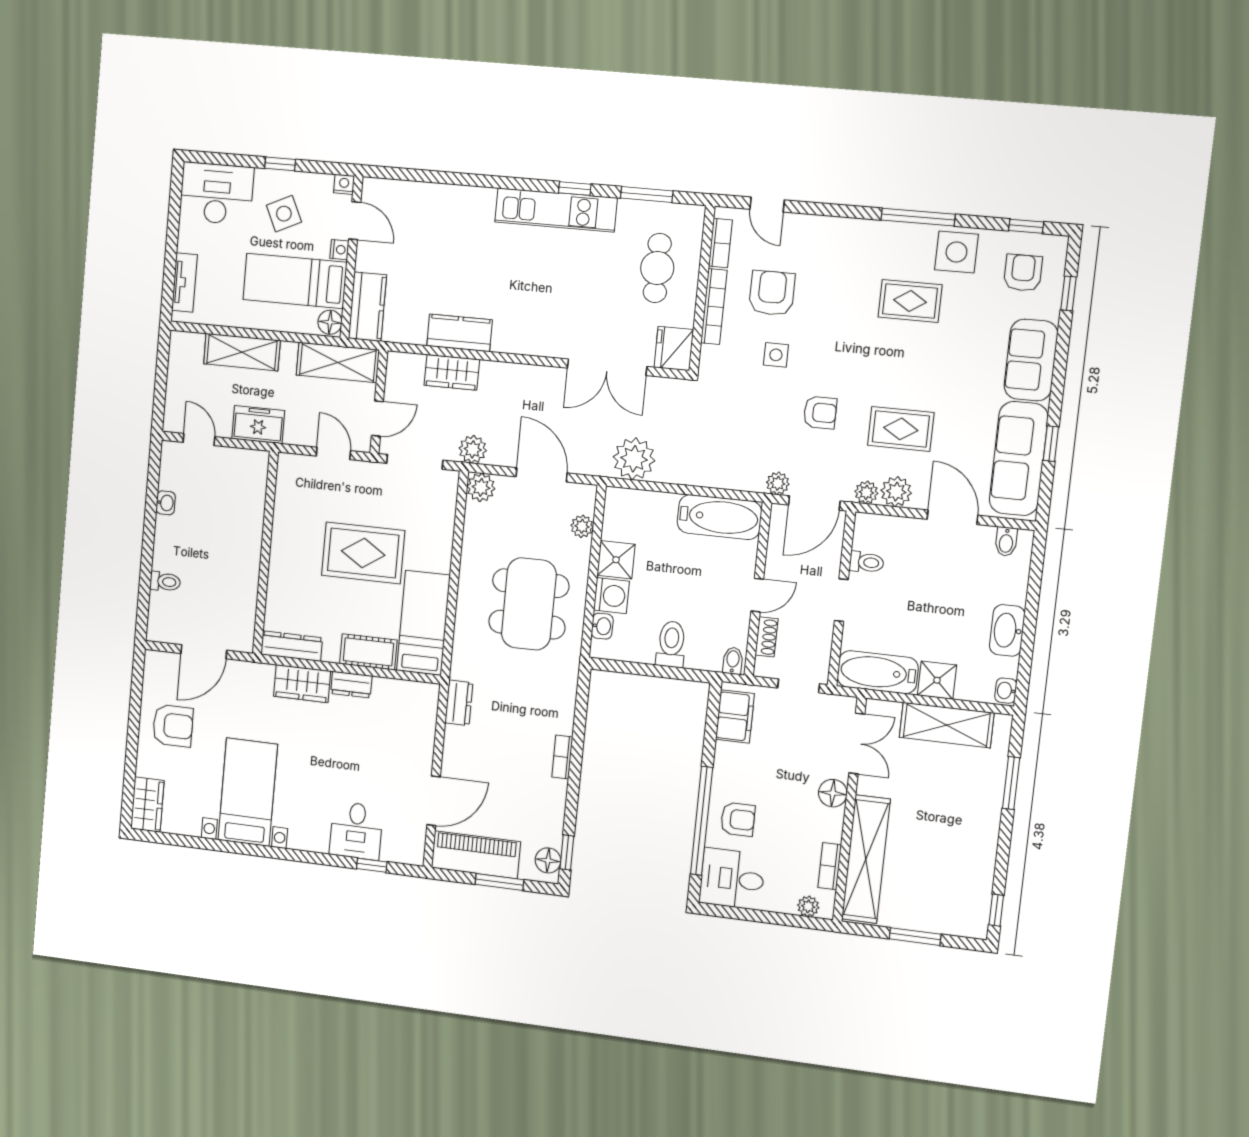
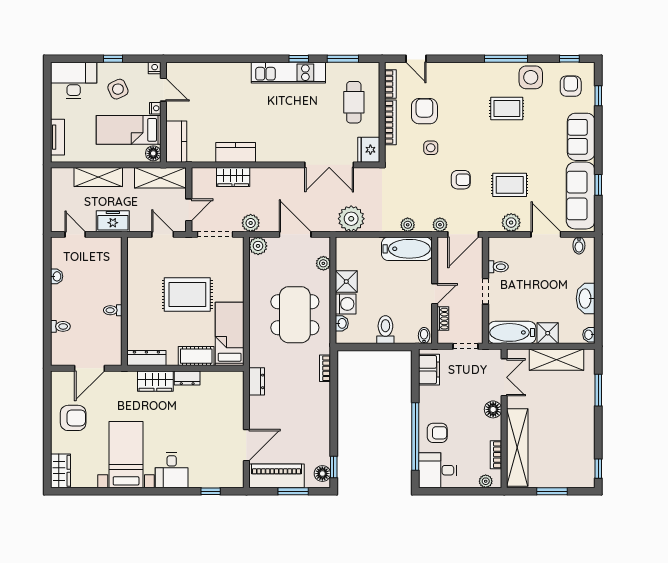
plant: (866, 492) -> (408, 225), moved
toilet: (246, 565) -> (113, 310), added
bookcase: (562, 757) -> (325, 368), moved
desk: (356, 831) -> (172, 470), moved

